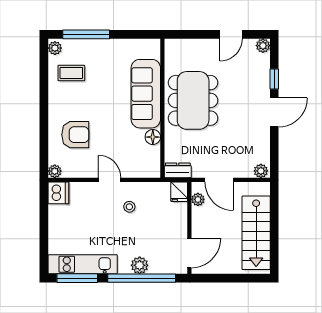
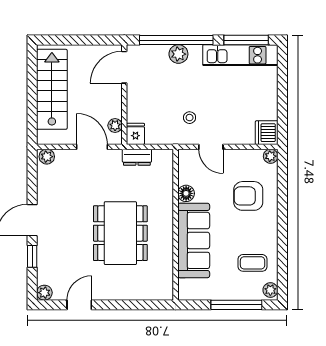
sofa: (146, 94) -> (194, 240), moved
wall: (162, 108) -> (176, 225), moved
floor lamp: (153, 137) -> (186, 193), moved

